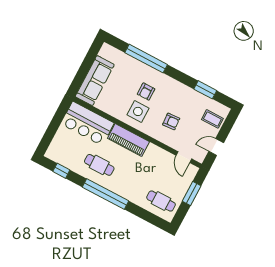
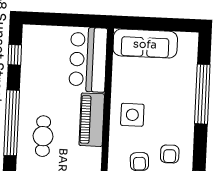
armchair: (146, 92) -> (170, 154), moved, turned -90
cafe table: (99, 165) -> (43, 136), moved

